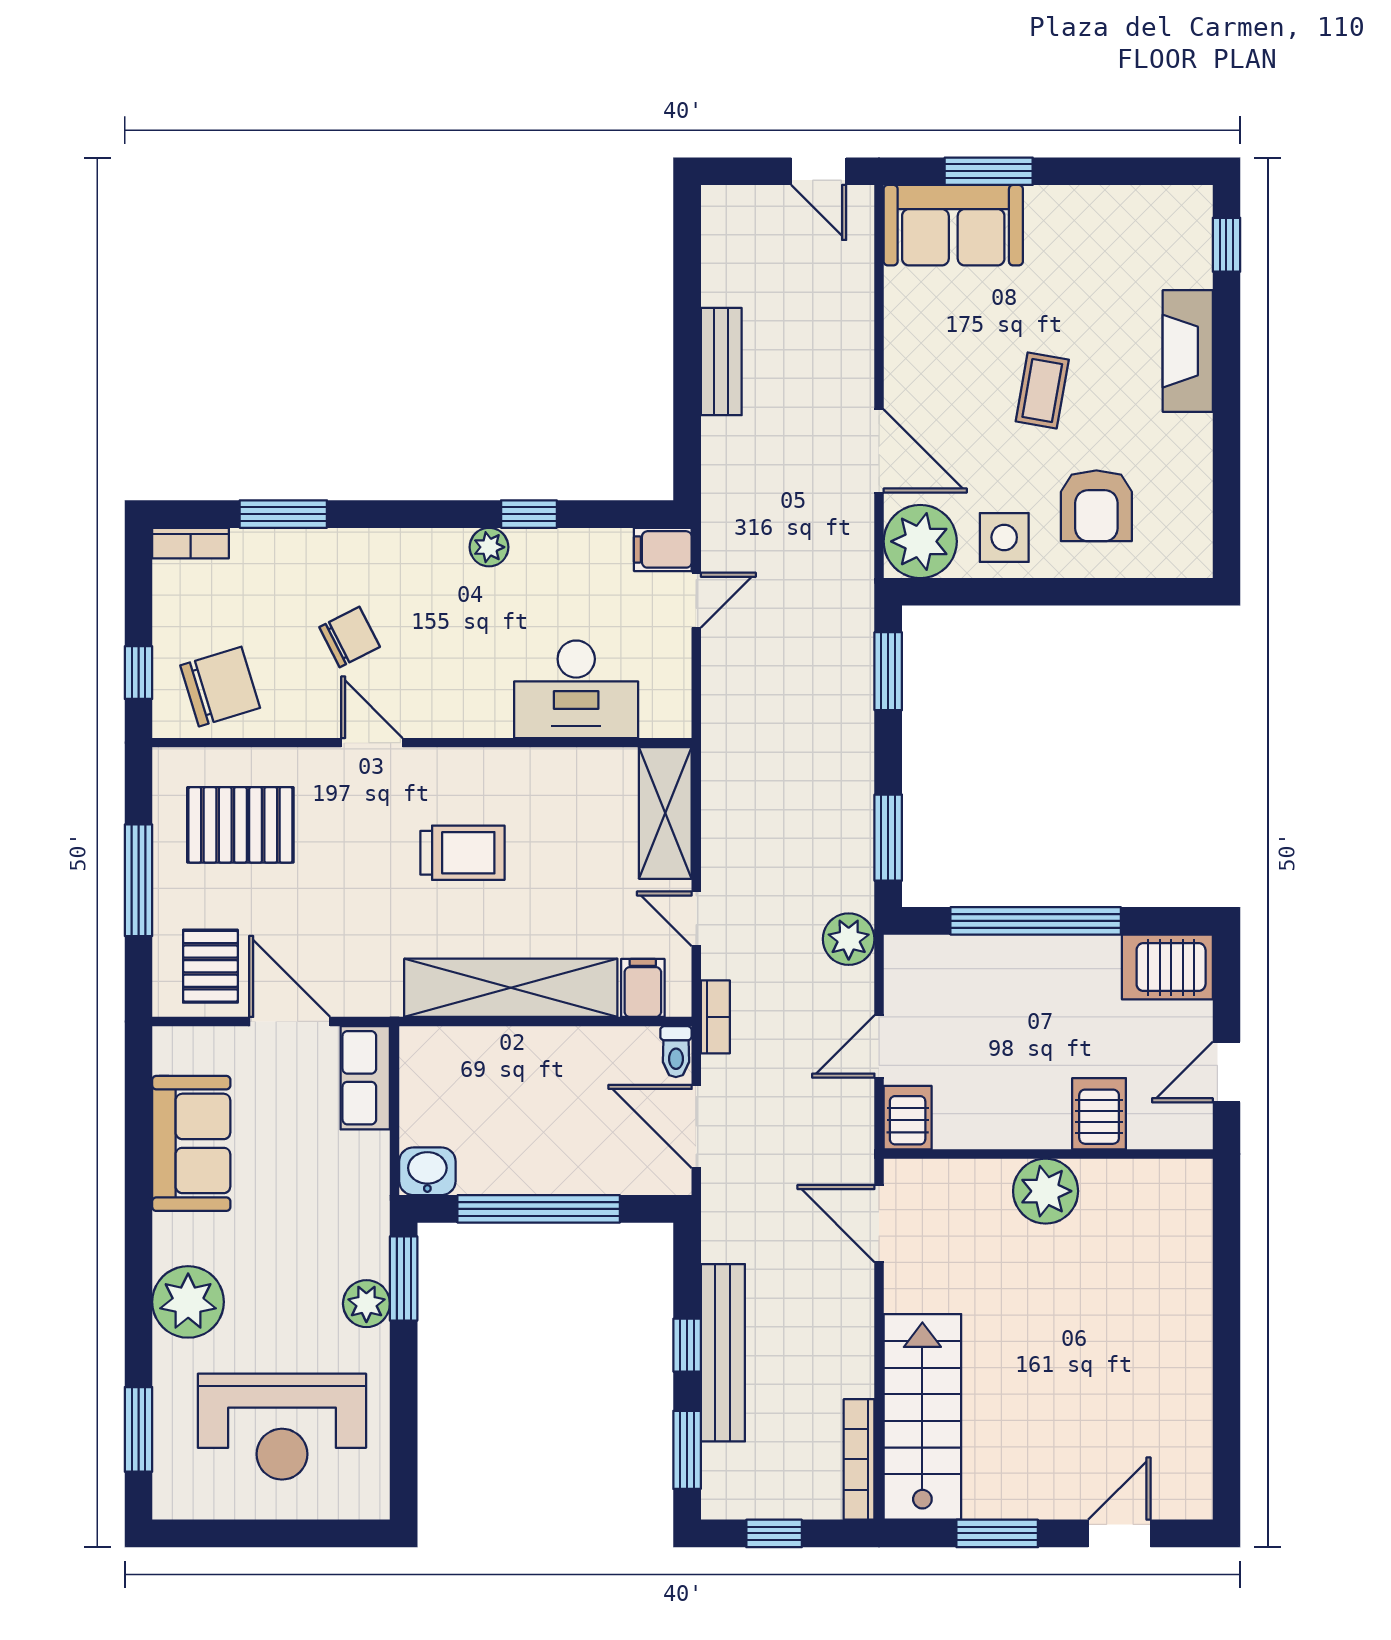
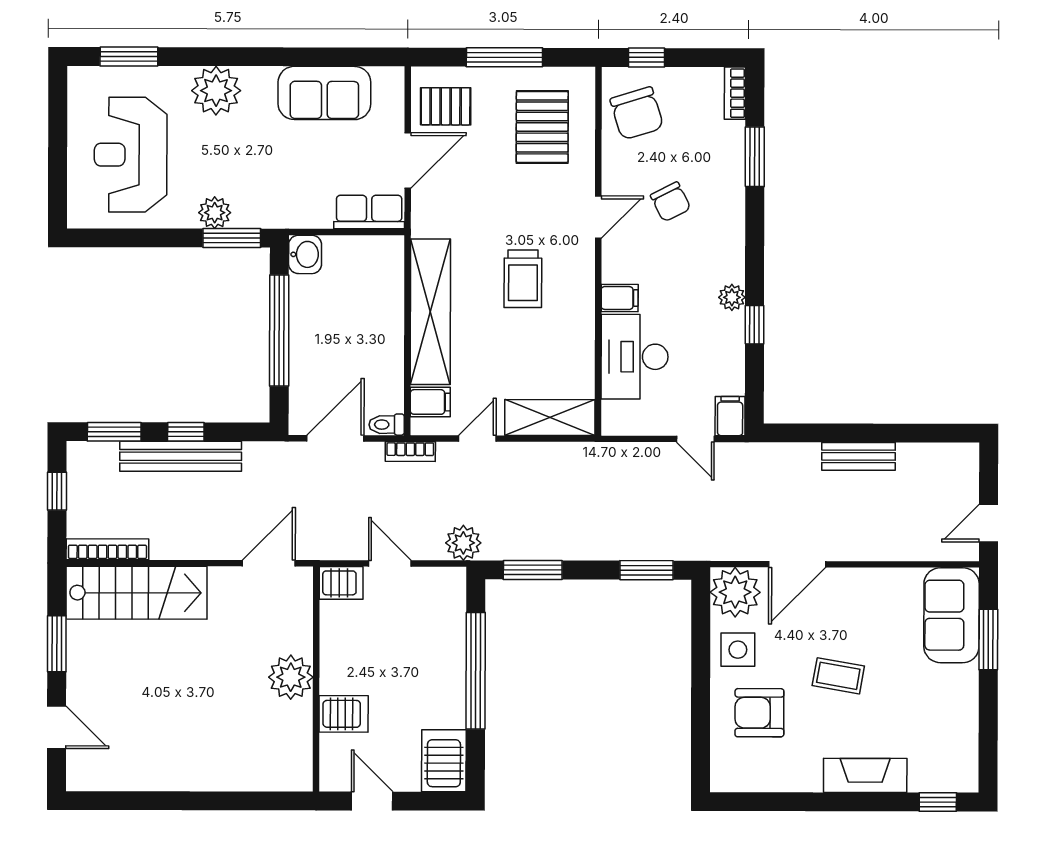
filing cabinet: (490, 711) -> (620, 298), added

